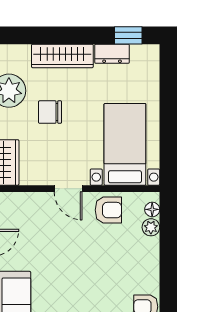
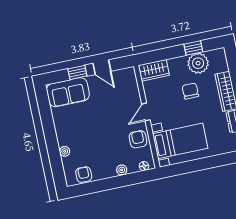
armchair: (108, 210) -> (138, 139), turned 180
plant: (151, 227) -> (122, 170), moved

